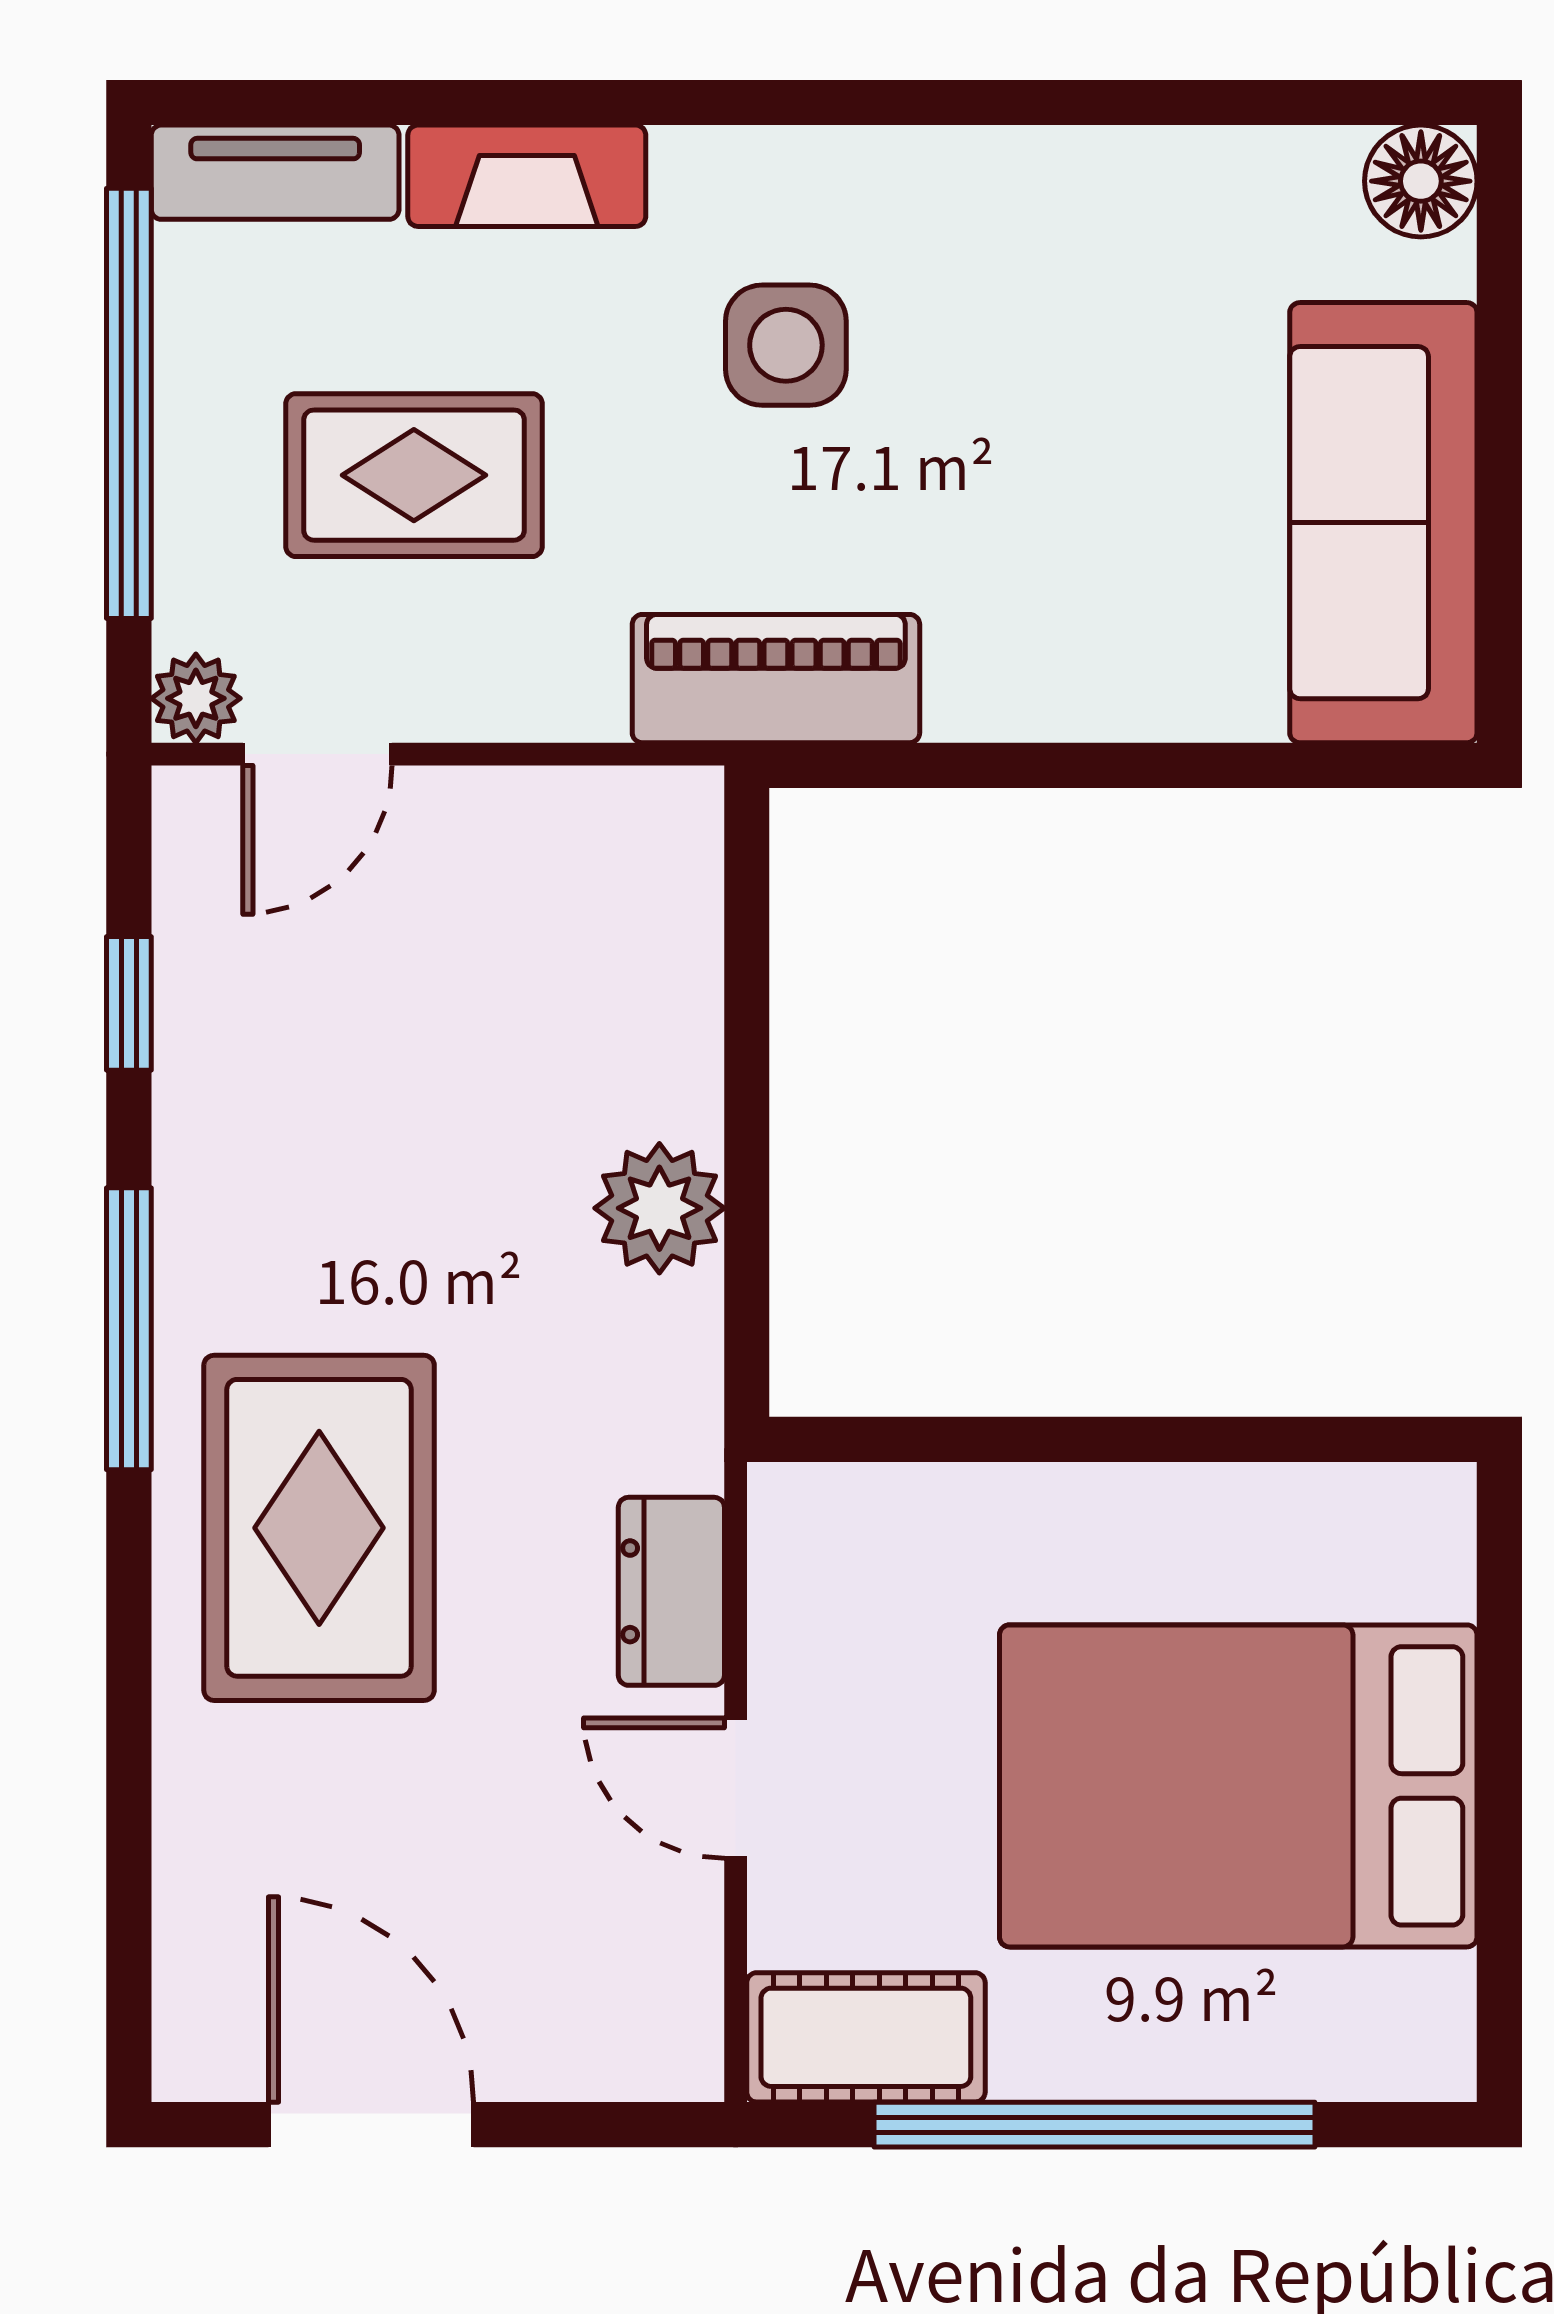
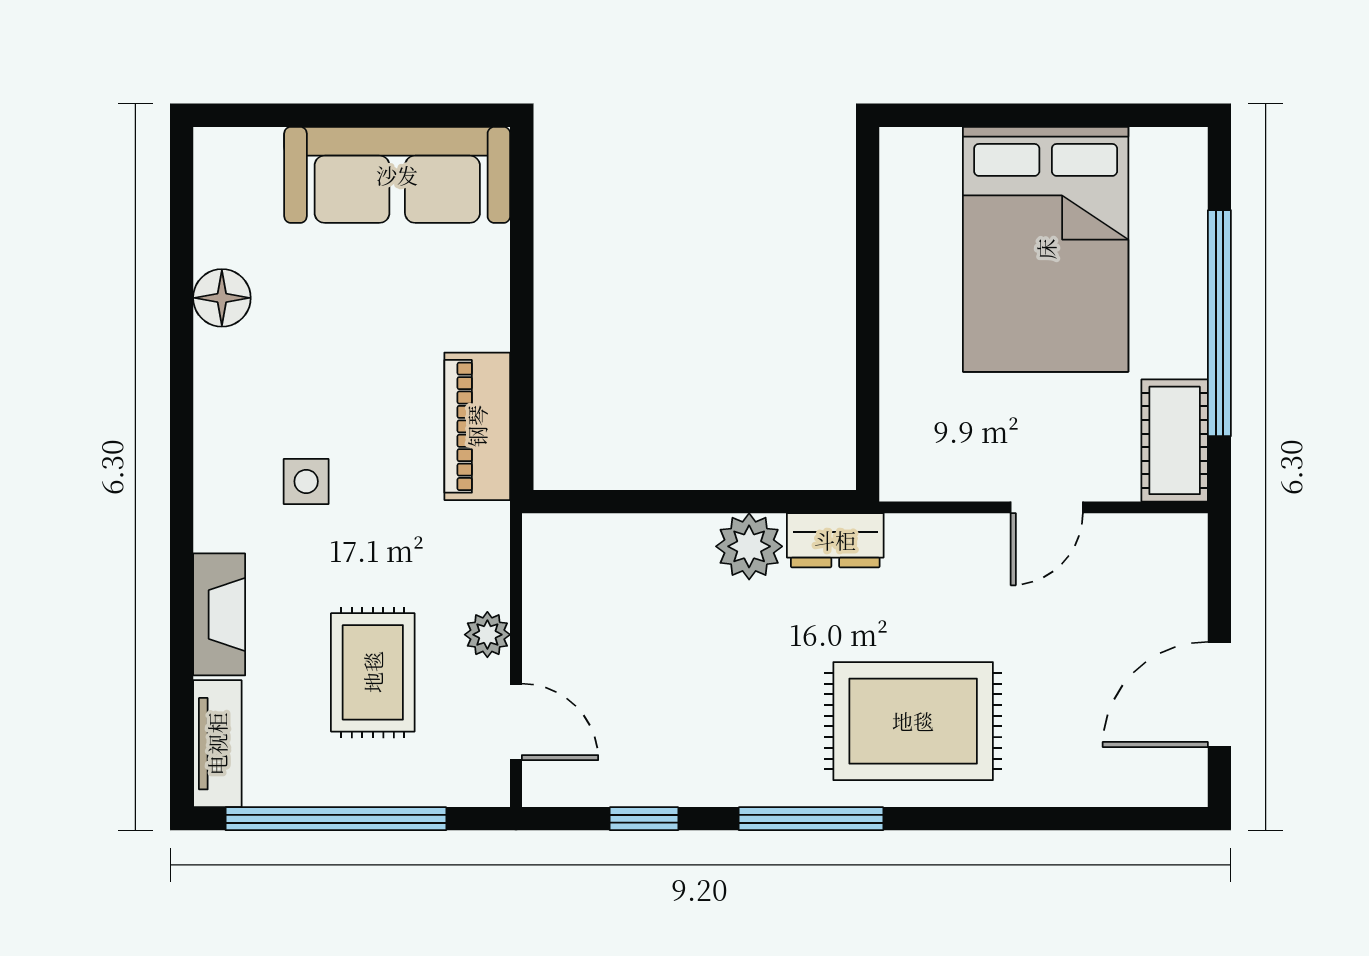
floor lamp: (1421, 181) -> (222, 298), moved
side table: (786, 345) -> (306, 481), width x0.73, depth x0.73
piano: (776, 679) -> (477, 426), moved
plant: (196, 698) -> (487, 635), moved
dresser: (671, 1591) -> (835, 540), moved

